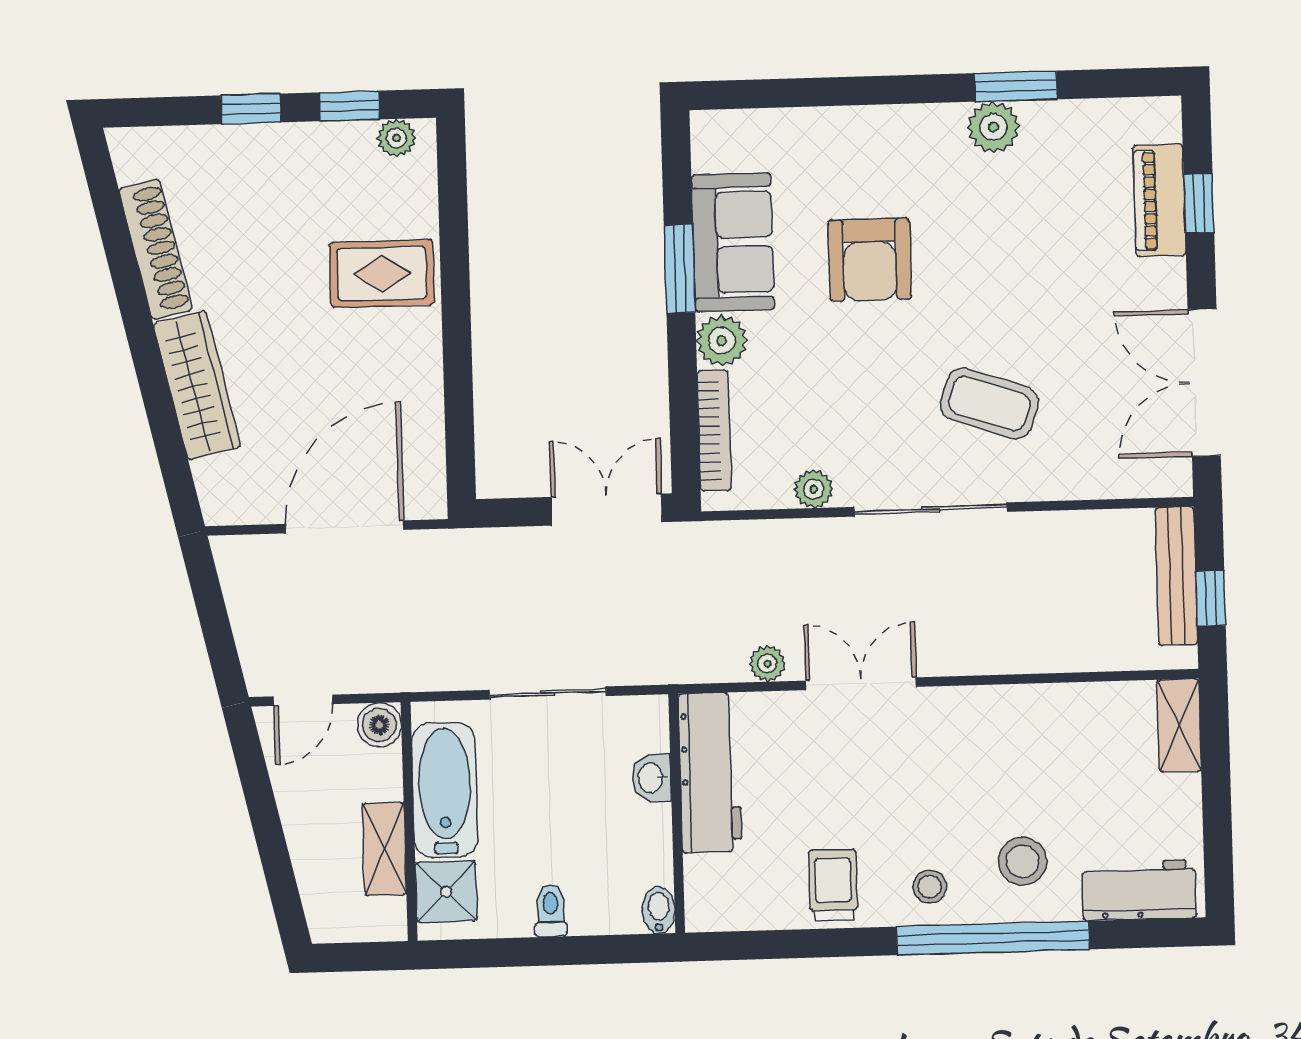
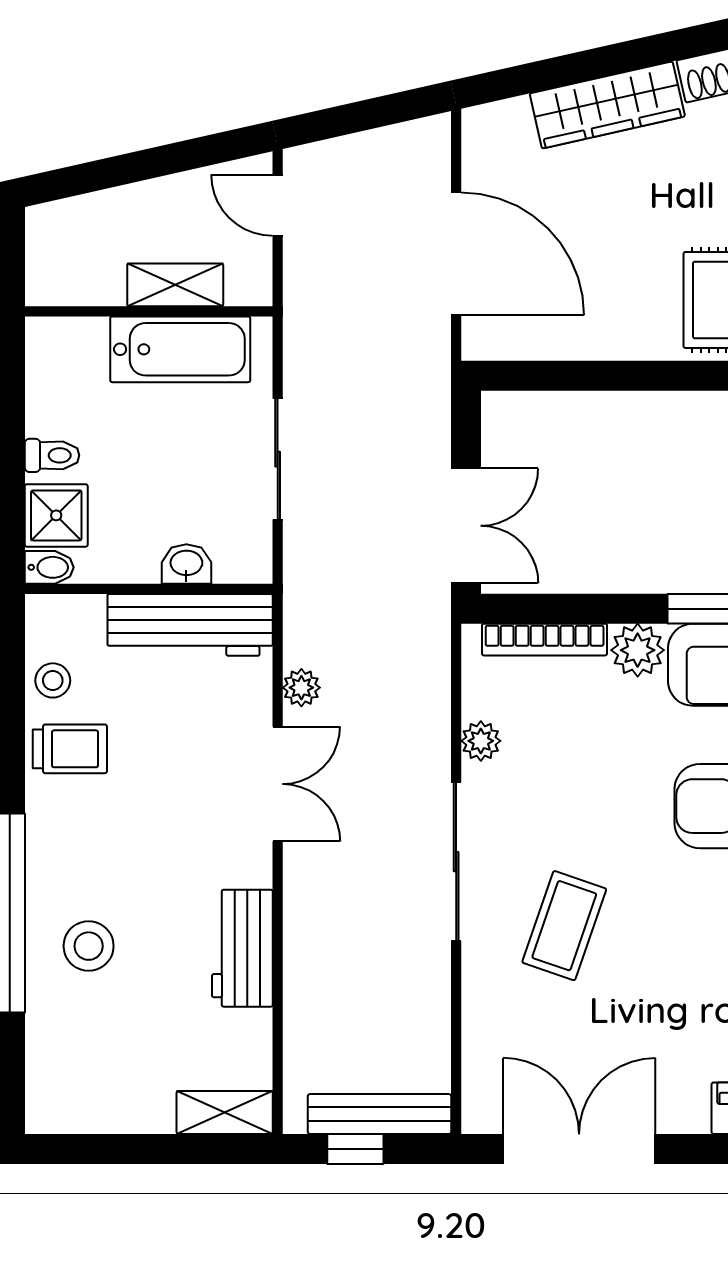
boiler: (379, 725) -> (250, 284), removed
shelving: (384, 849) -> (175, 285), moved
stool: (930, 887) -> (53, 680), moved
workbench: (1139, 890) -> (242, 948), moved, turned 180
shower: (446, 892) -> (56, 515), moved

